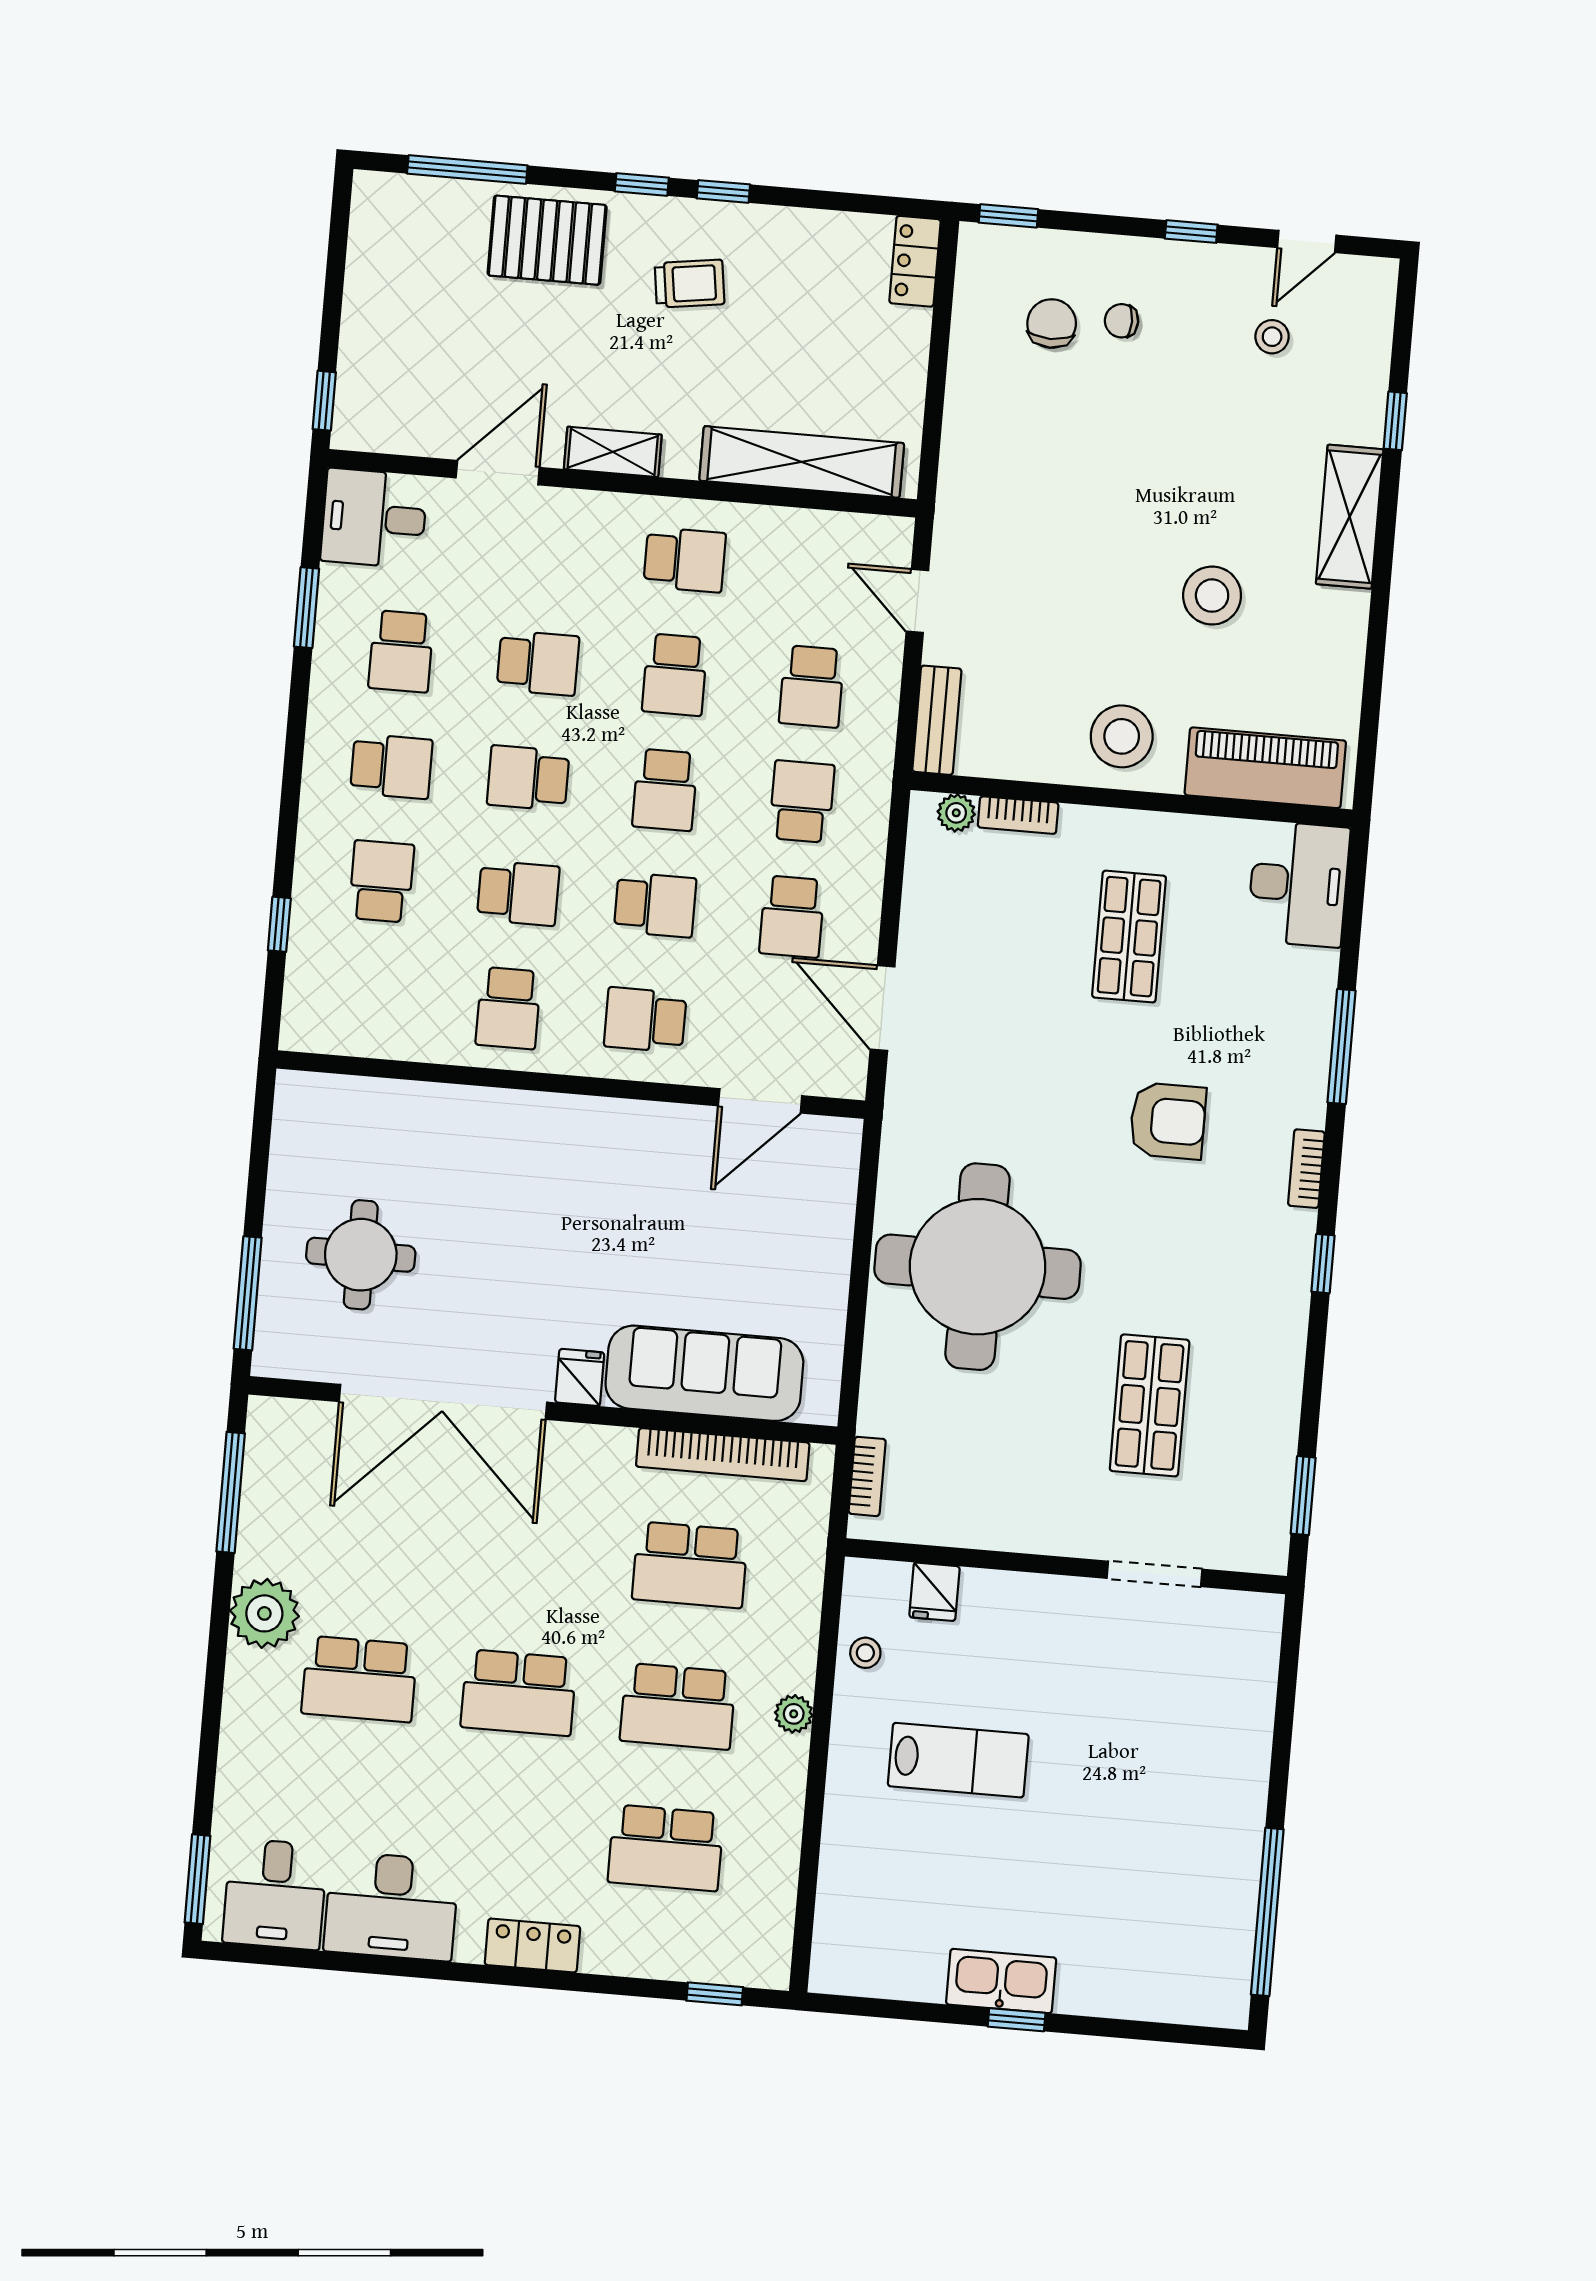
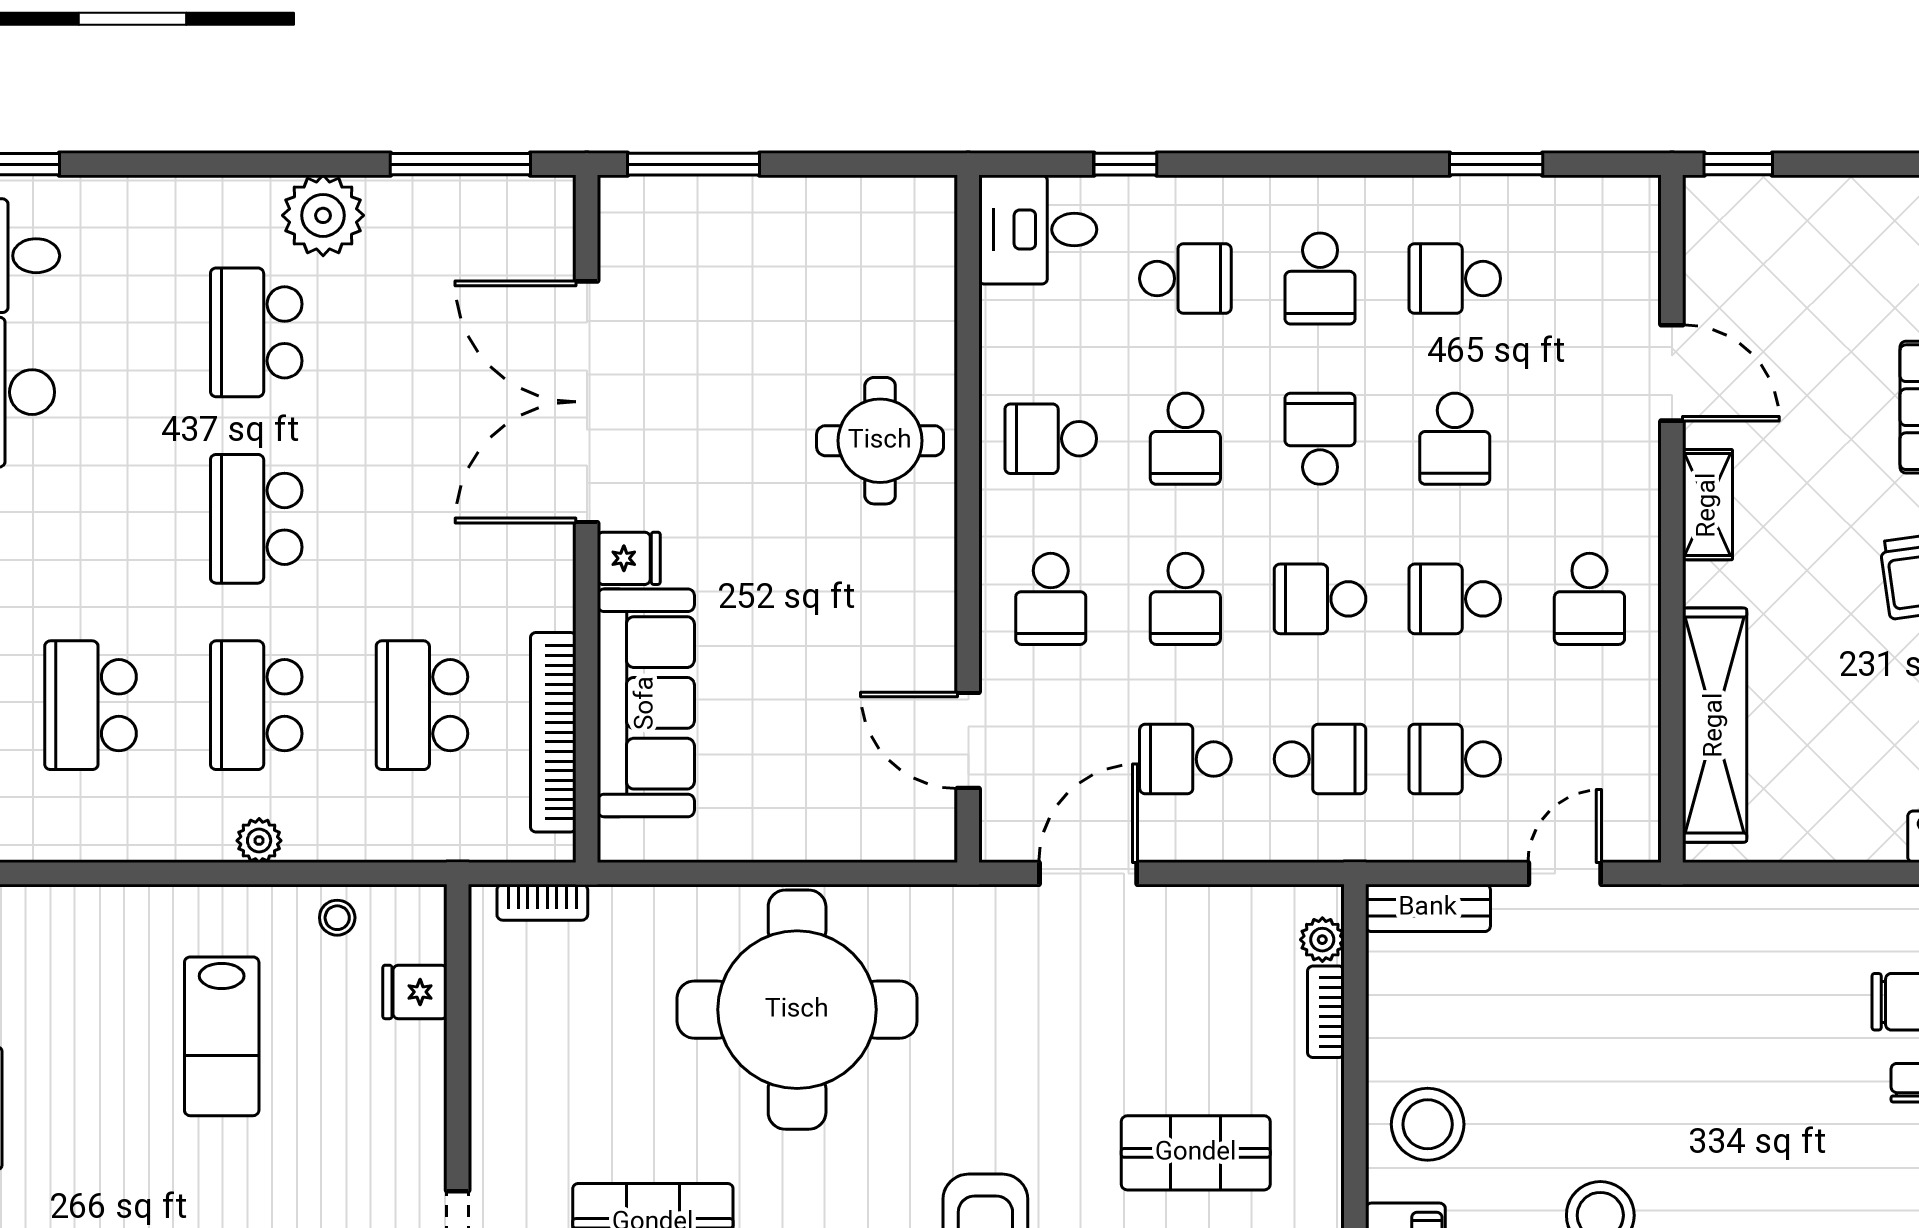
desk: (374, 518) -> (1038, 230), moved, turned -90
school desk: (645, 1020) -> (1051, 599), turned 180
round table: (361, 1255) -> (880, 441), moved

